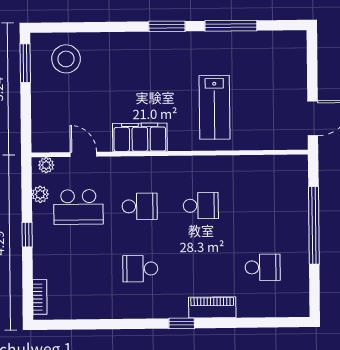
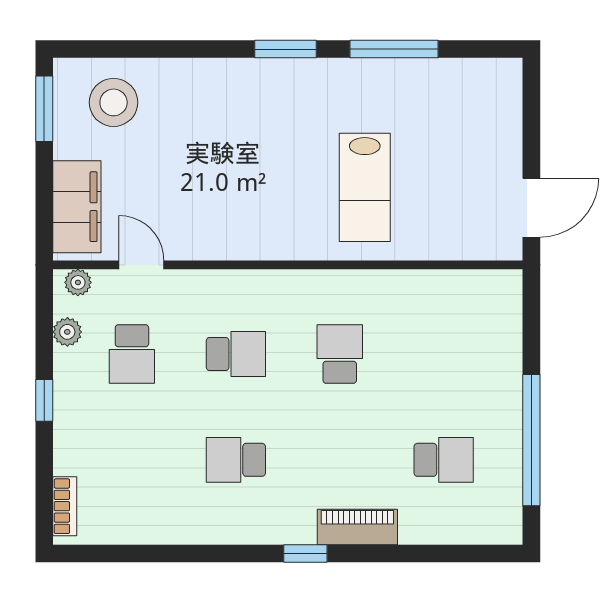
filing cabinet: (140, 137) -> (77, 207), moved, turned 90
school desk: (201, 206) -> (340, 354), turned -90
school desk: (78, 207) -> (132, 354), width x0.54
window: (314, 225) -> (531, 440), moved

